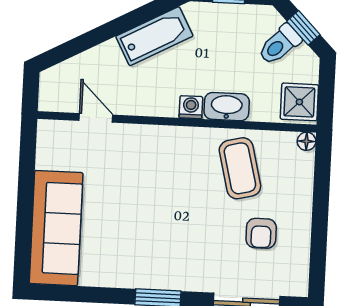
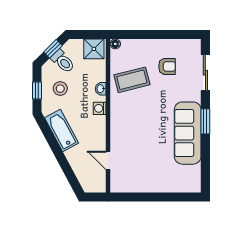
stool: (230, 37) -> (60, 89), added
washbasin: (227, 107) -> (101, 89), width x0.52, depth x0.69
door: (96, 118) -> (108, 160), hinge flipped
sofa: (56, 228) -> (188, 133), moved, turned -90

